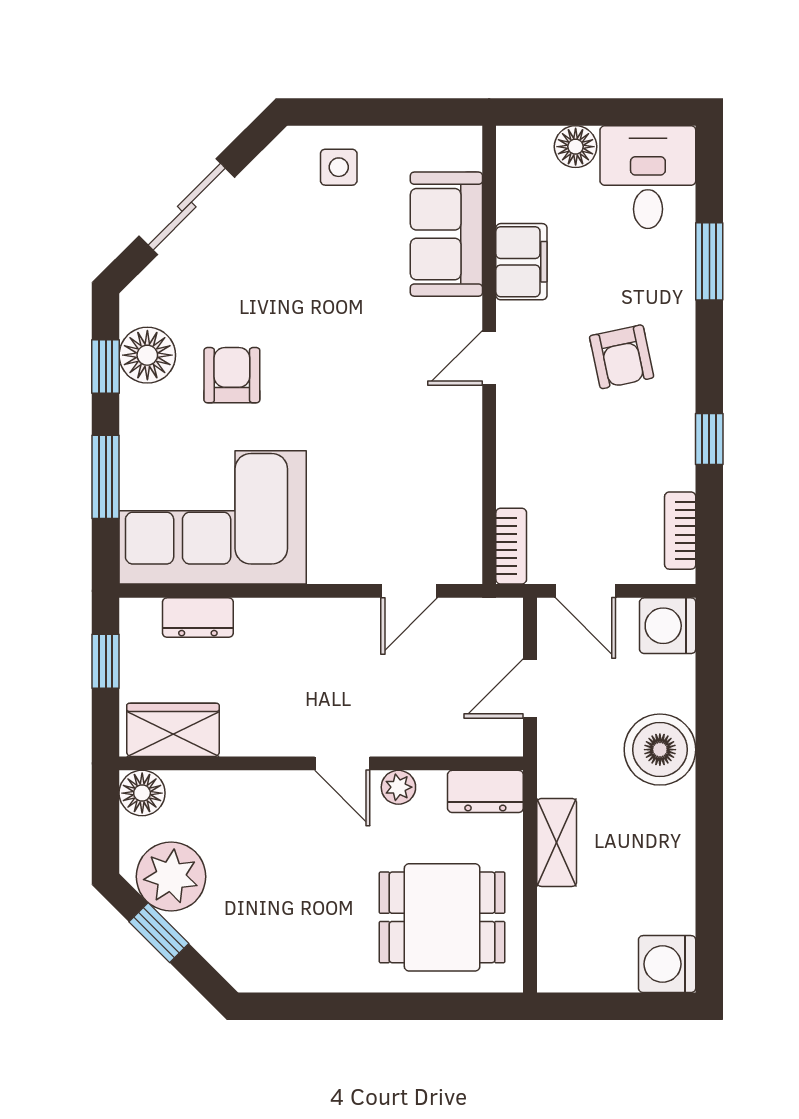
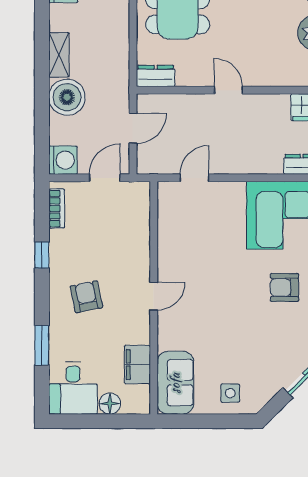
sofa: (446, 234) -> (175, 383), moved
filing cabinet: (521, 262) -> (137, 365), moved
armchair: (232, 375) -> (284, 287), turned 90
bookcase: (511, 546) -> (143, 201), removed
door: (585, 591) -> (105, 178), hinge flipped
plant: (398, 787) -> (200, 78), removed
shelving: (557, 842) -> (59, 55), moved

